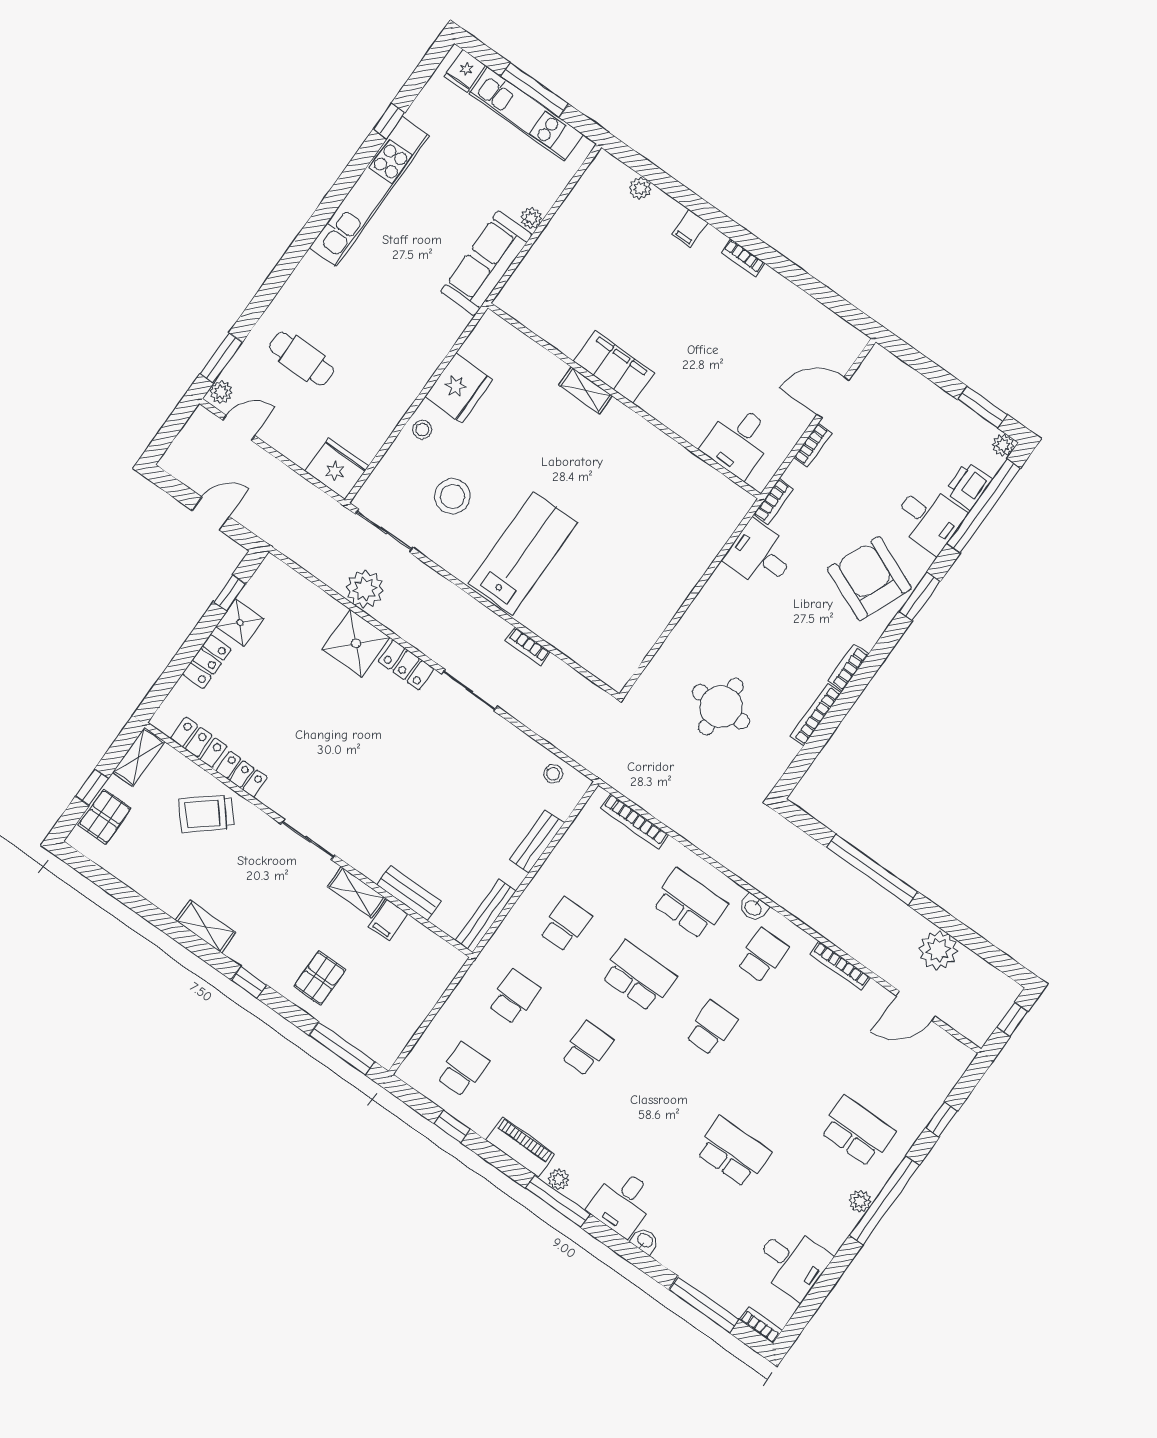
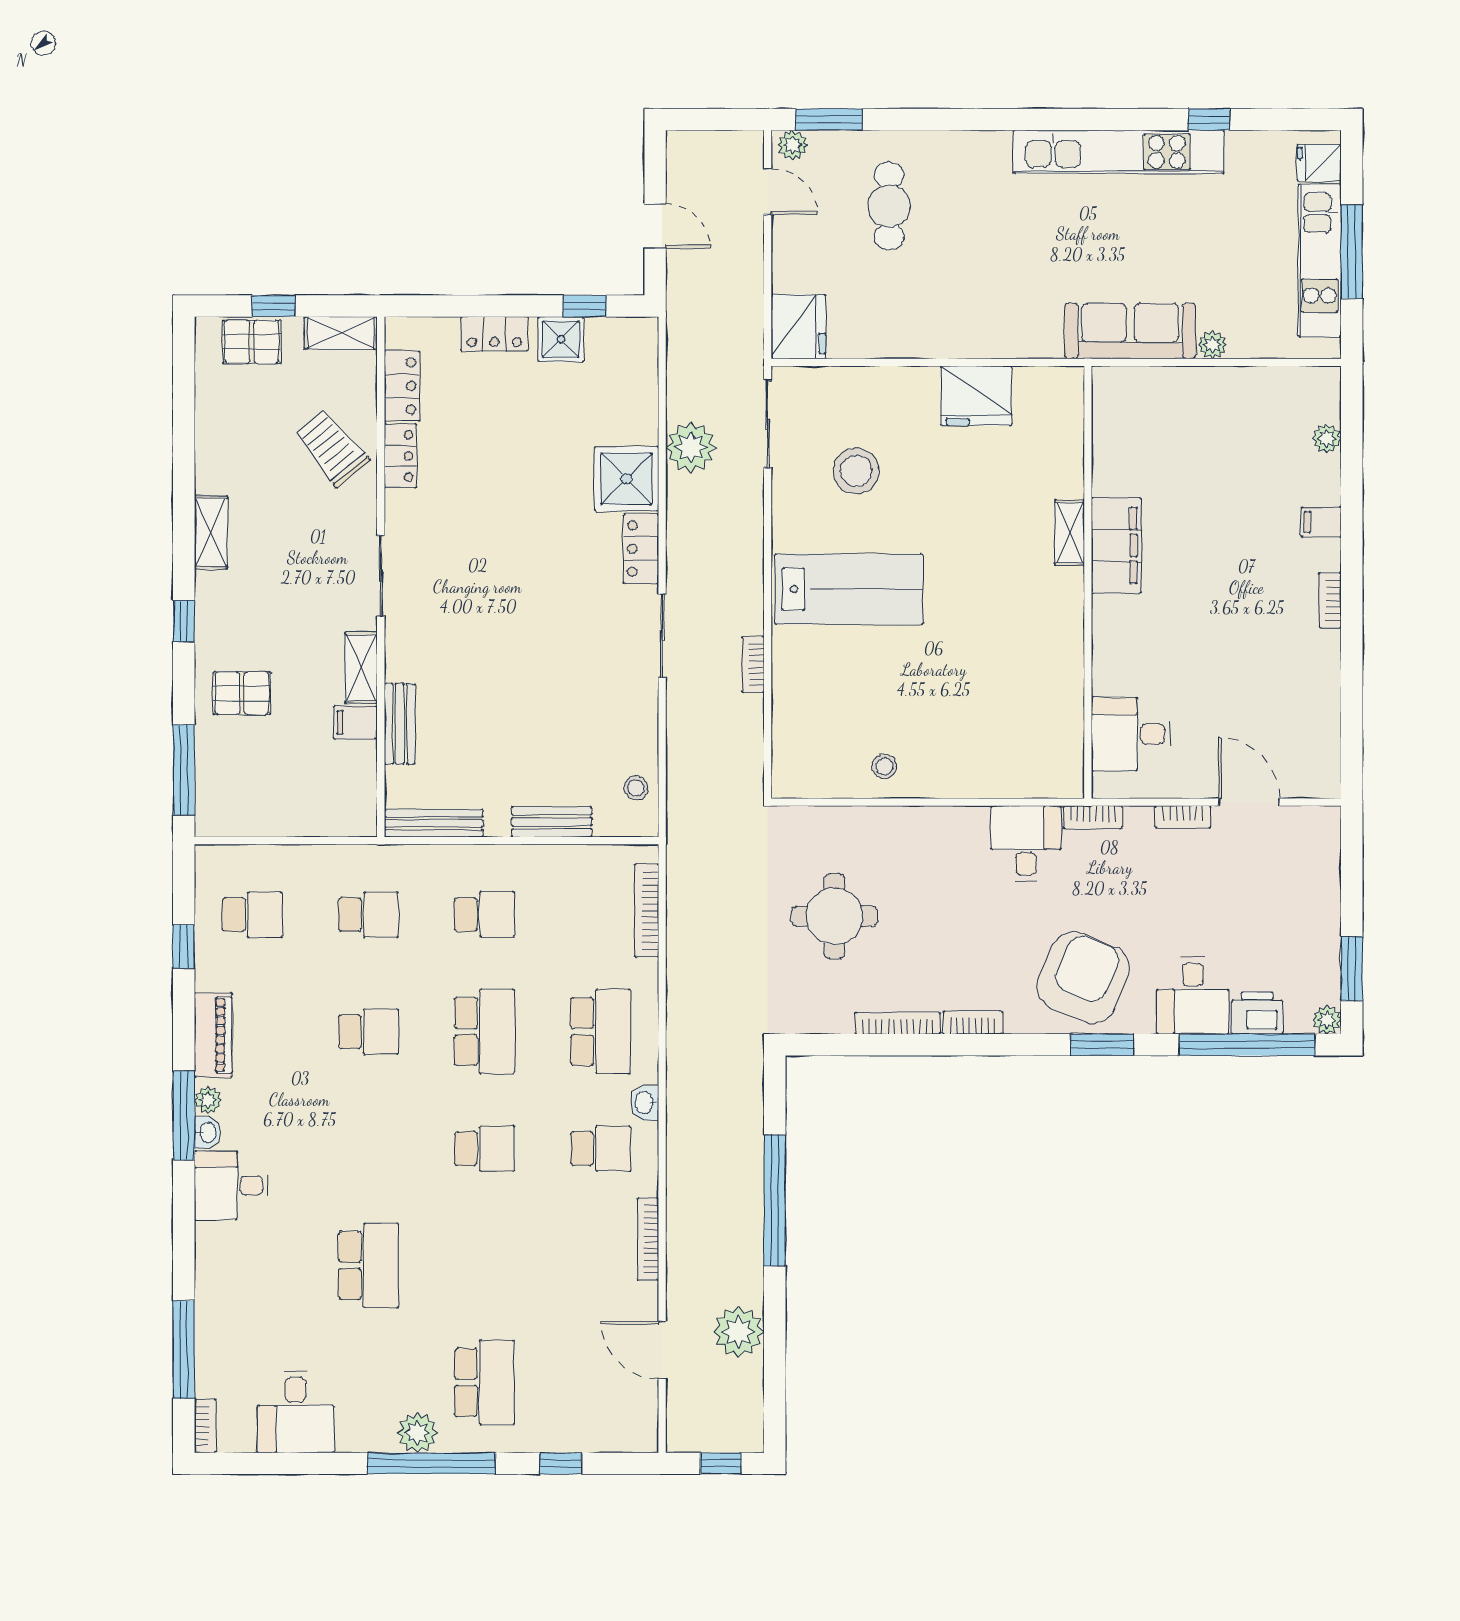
stool: (422, 430) -> (885, 766), moved
plant: (860, 1201) -> (417, 1433), width x1.38, depth x1.38
washbasin: (645, 1241) -> (207, 1132), moved

